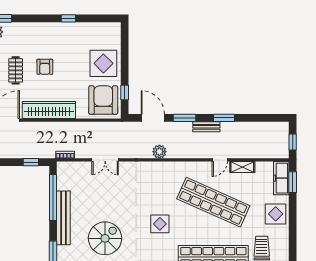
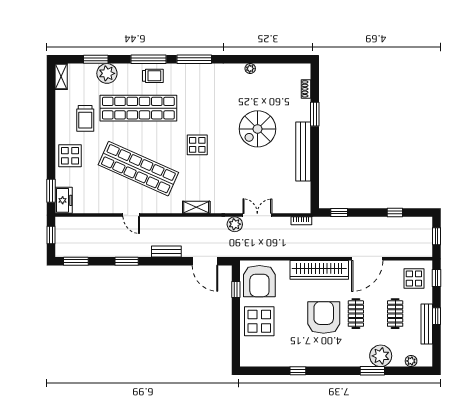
armchair: (45, 67) -> (324, 318), width x1.88, depth x1.88
window: (184, 118) -> (76, 261), moved
bench: (206, 127) -> (166, 252), moved
plant: (159, 152) -> (235, 224), moved
door: (220, 160) -> (131, 215), swing flipped
shelving: (242, 167) -> (196, 207), moved
freezer: (281, 178) -> (64, 200), width x0.71
window: (53, 198) -> (315, 174), removed

